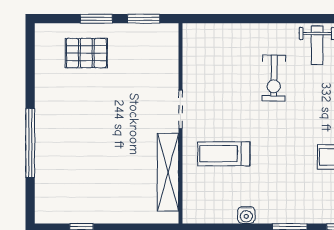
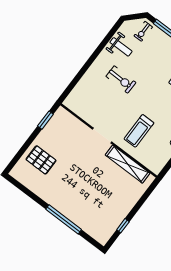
window: (96, 19) -> (28, 143), removed
pallet: (86, 53) -> (41, 160), turned 90

